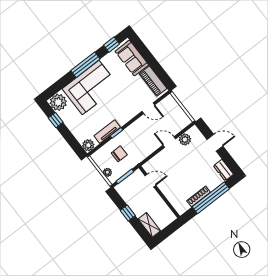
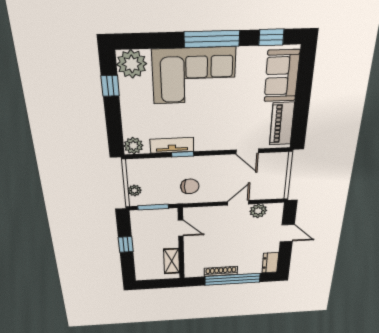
door: (169, 142) -> (238, 203), hinge flipped
chair: (119, 154) -> (190, 186), moved
shelving: (149, 225) -> (172, 261), moved

